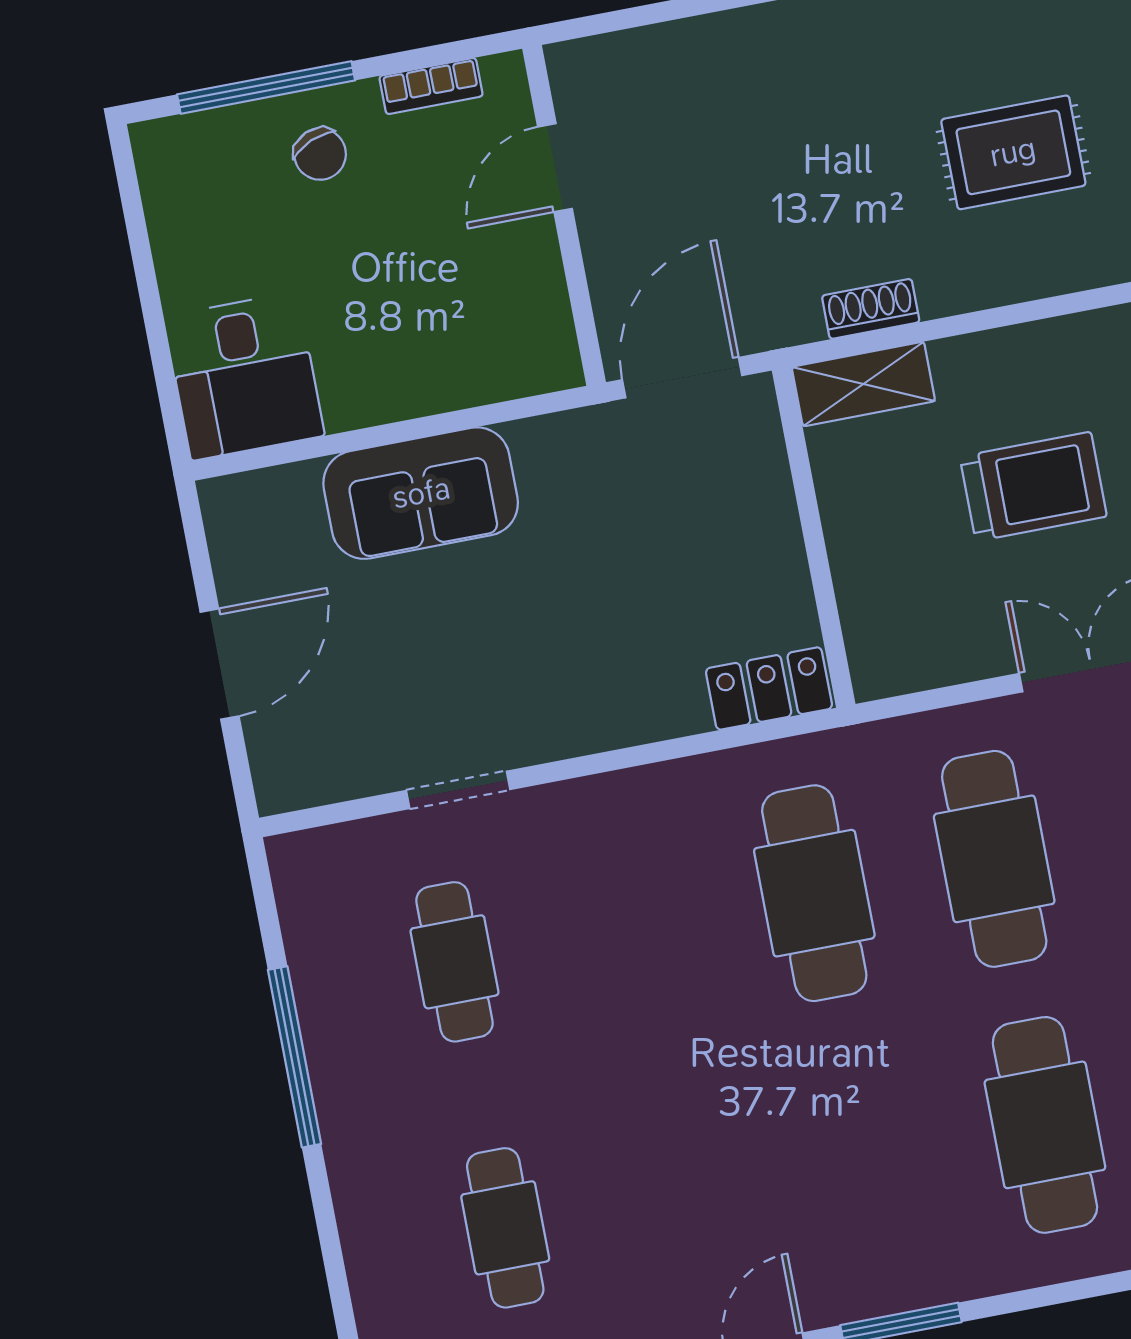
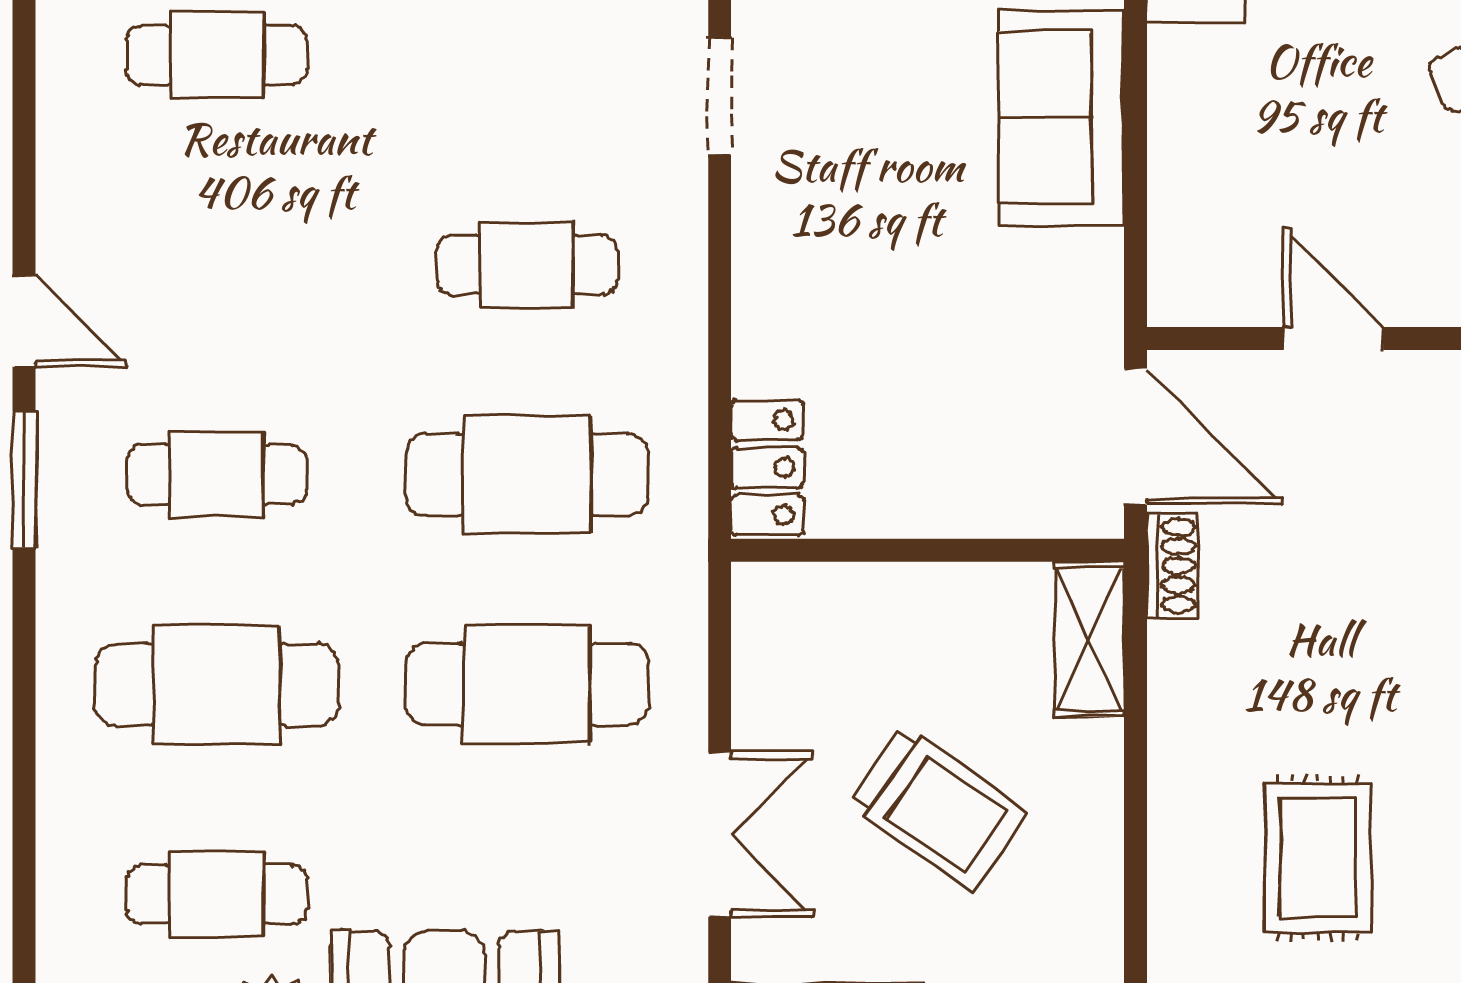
door: (555, 168) -> (1333, 339), moved
shoe rack: (871, 309) -> (1172, 566), moved
trolley: (1033, 487) -> (937, 808), turned -55
cafe table: (454, 962) -> (527, 265), moved
cafe table: (865, 1159) -> (217, 475), added

